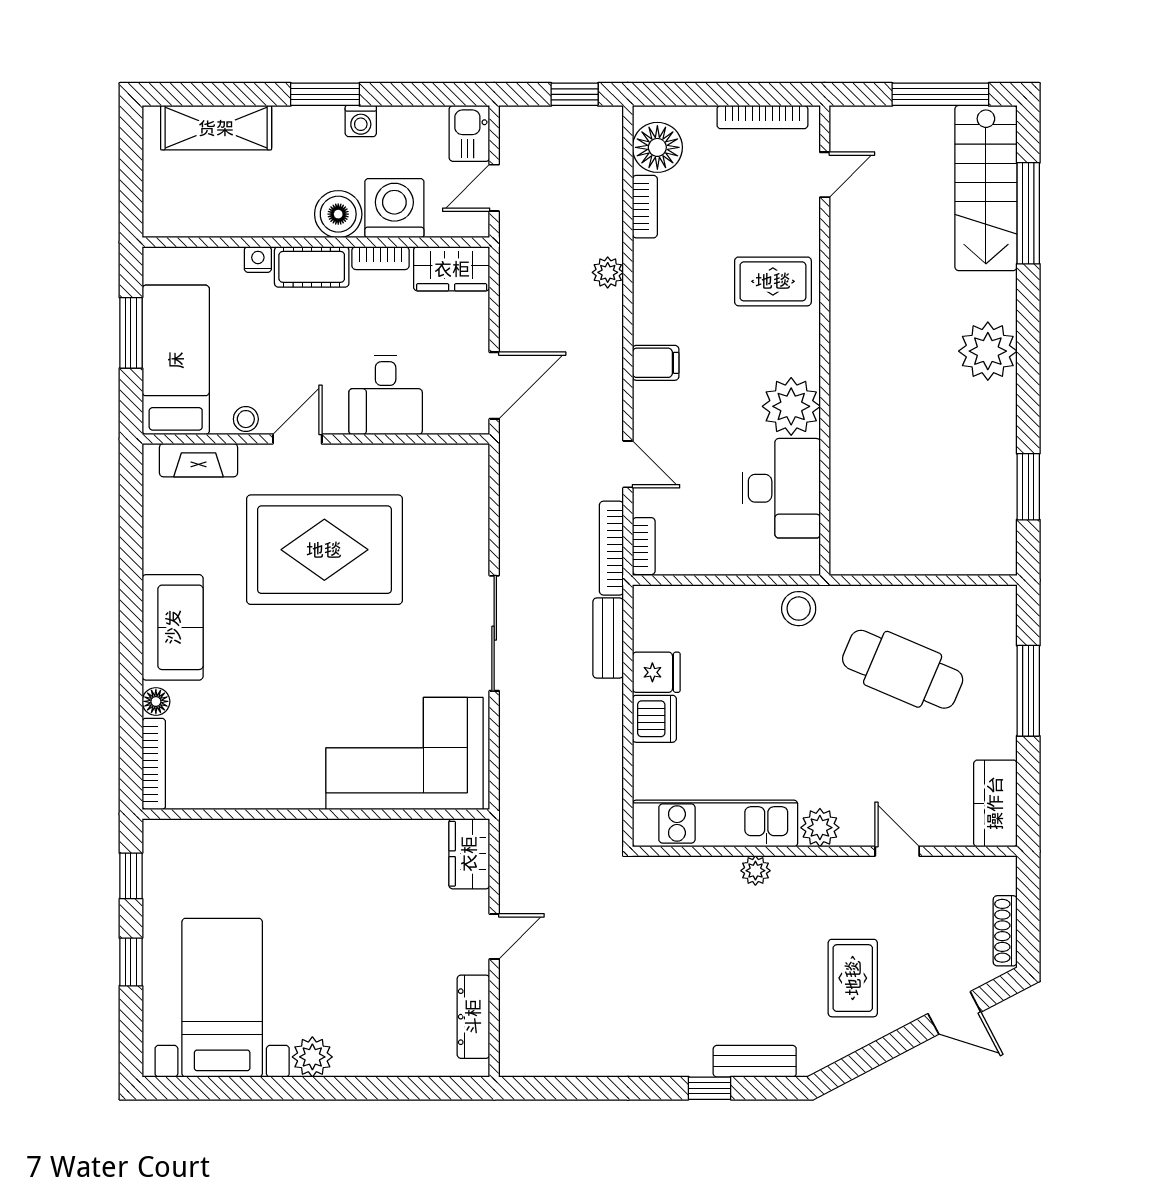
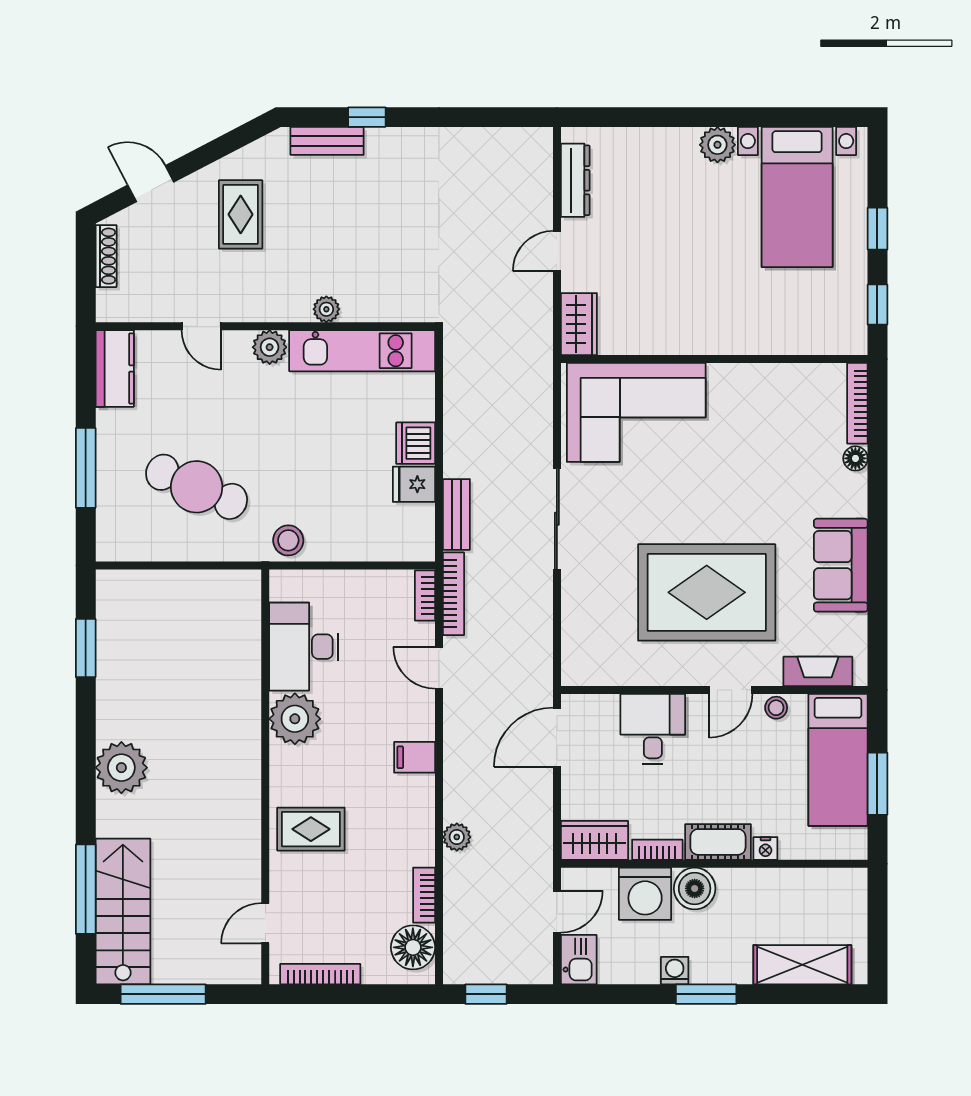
sofa: (173, 627) -> (841, 565), moved

